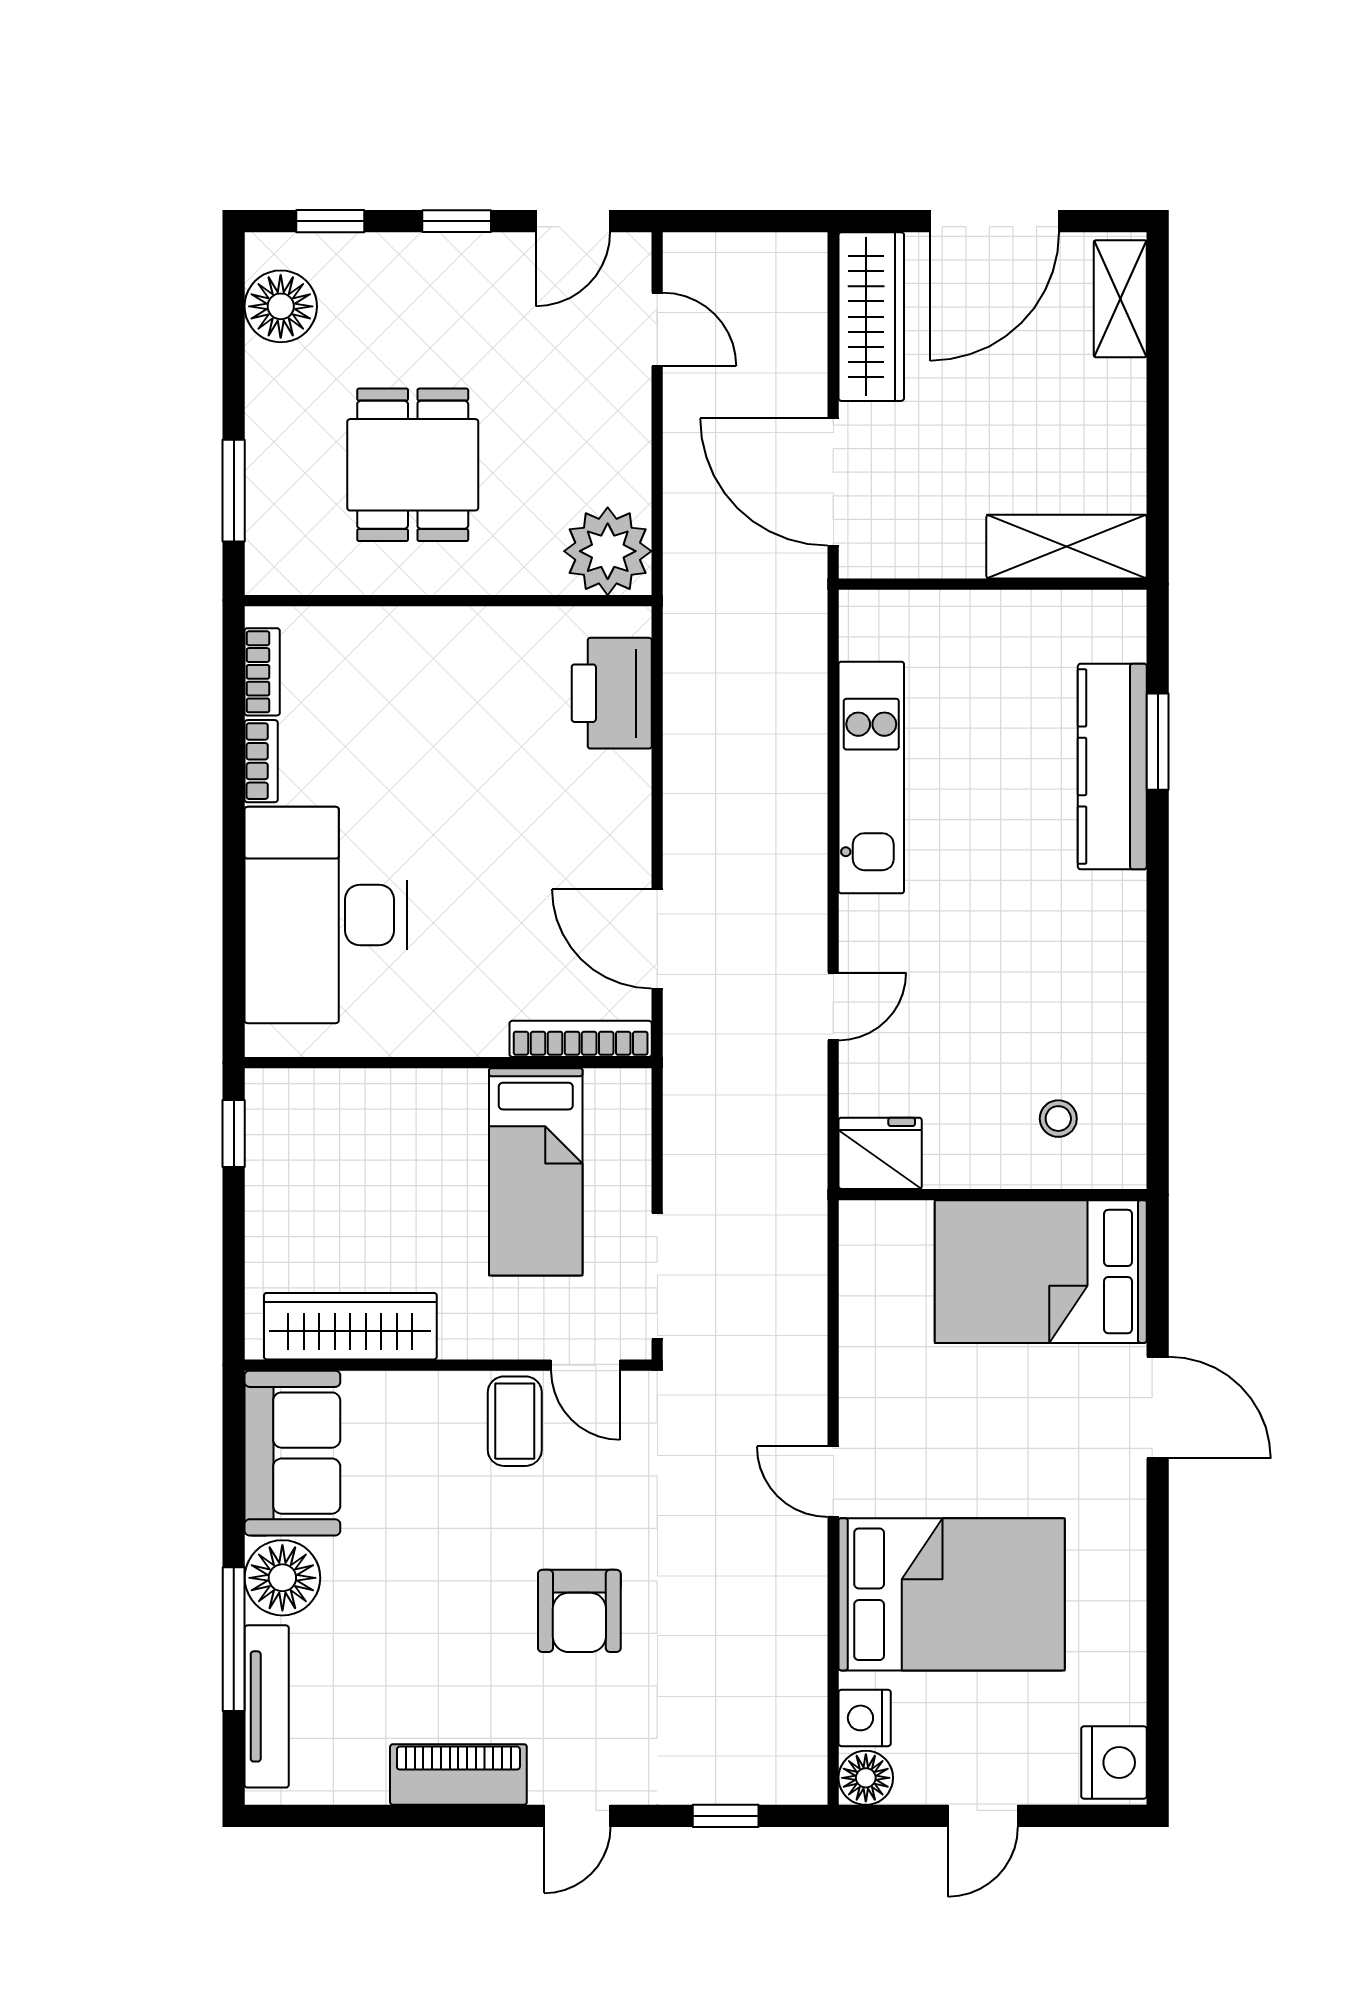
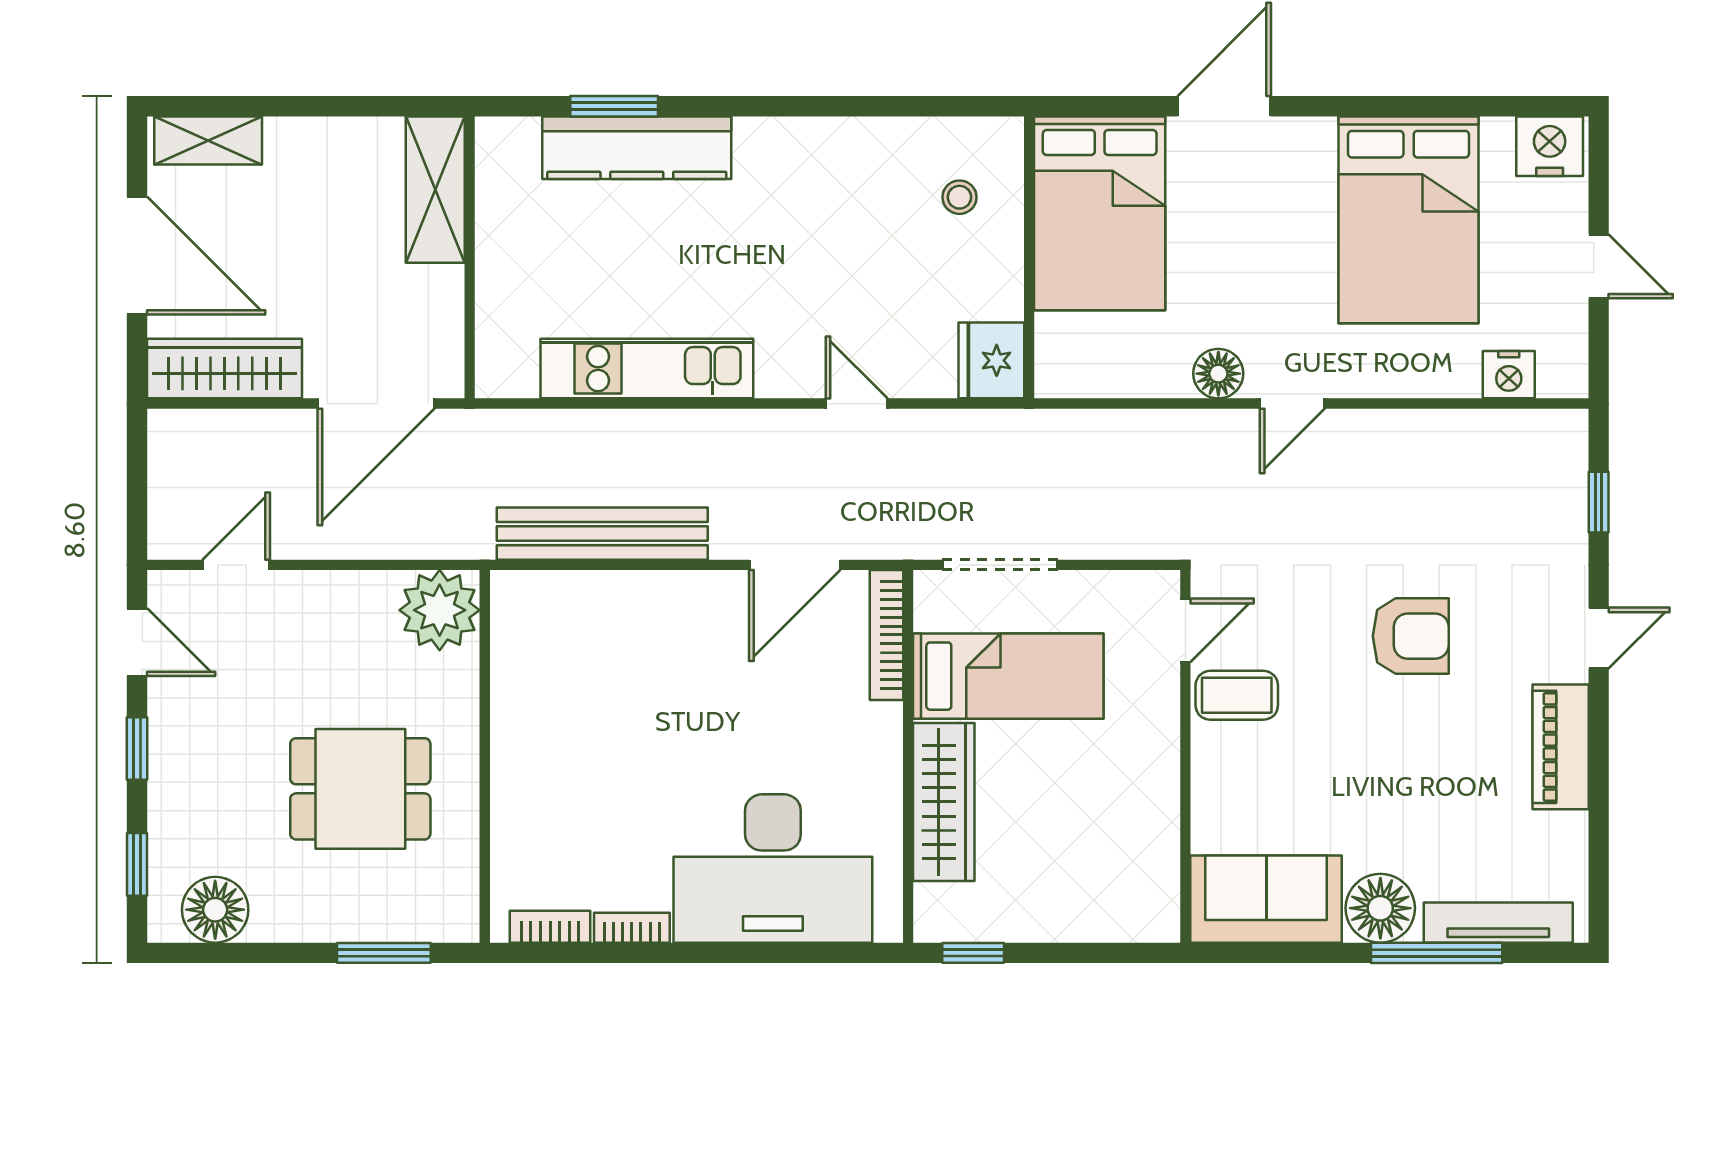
printer: (612, 693) -> (570, 606), removed
bench: (691, 729) -> (602, 534), added
doorway: (657, 1276) -> (1000, 565), moved
wardrobe: (350, 1326) -> (944, 802), moved, turned 180
bed: (952, 1594) -> (1409, 220), moved, turned 180
floor lamp: (866, 1778) -> (1218, 374), moved
door: (577, 1816) -> (1599, 638), hinge flipped

